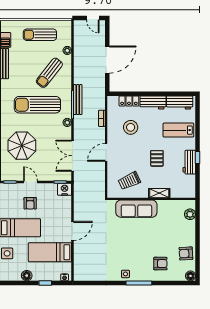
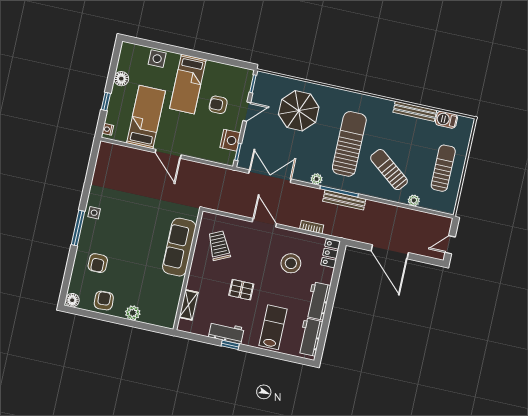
locker: (129, 101) -> (331, 253), moved
nightstand: (65, 189) -> (230, 140), moved
shelving: (159, 193) -> (189, 305), moved
plant: (190, 214) -> (133, 313), moved

